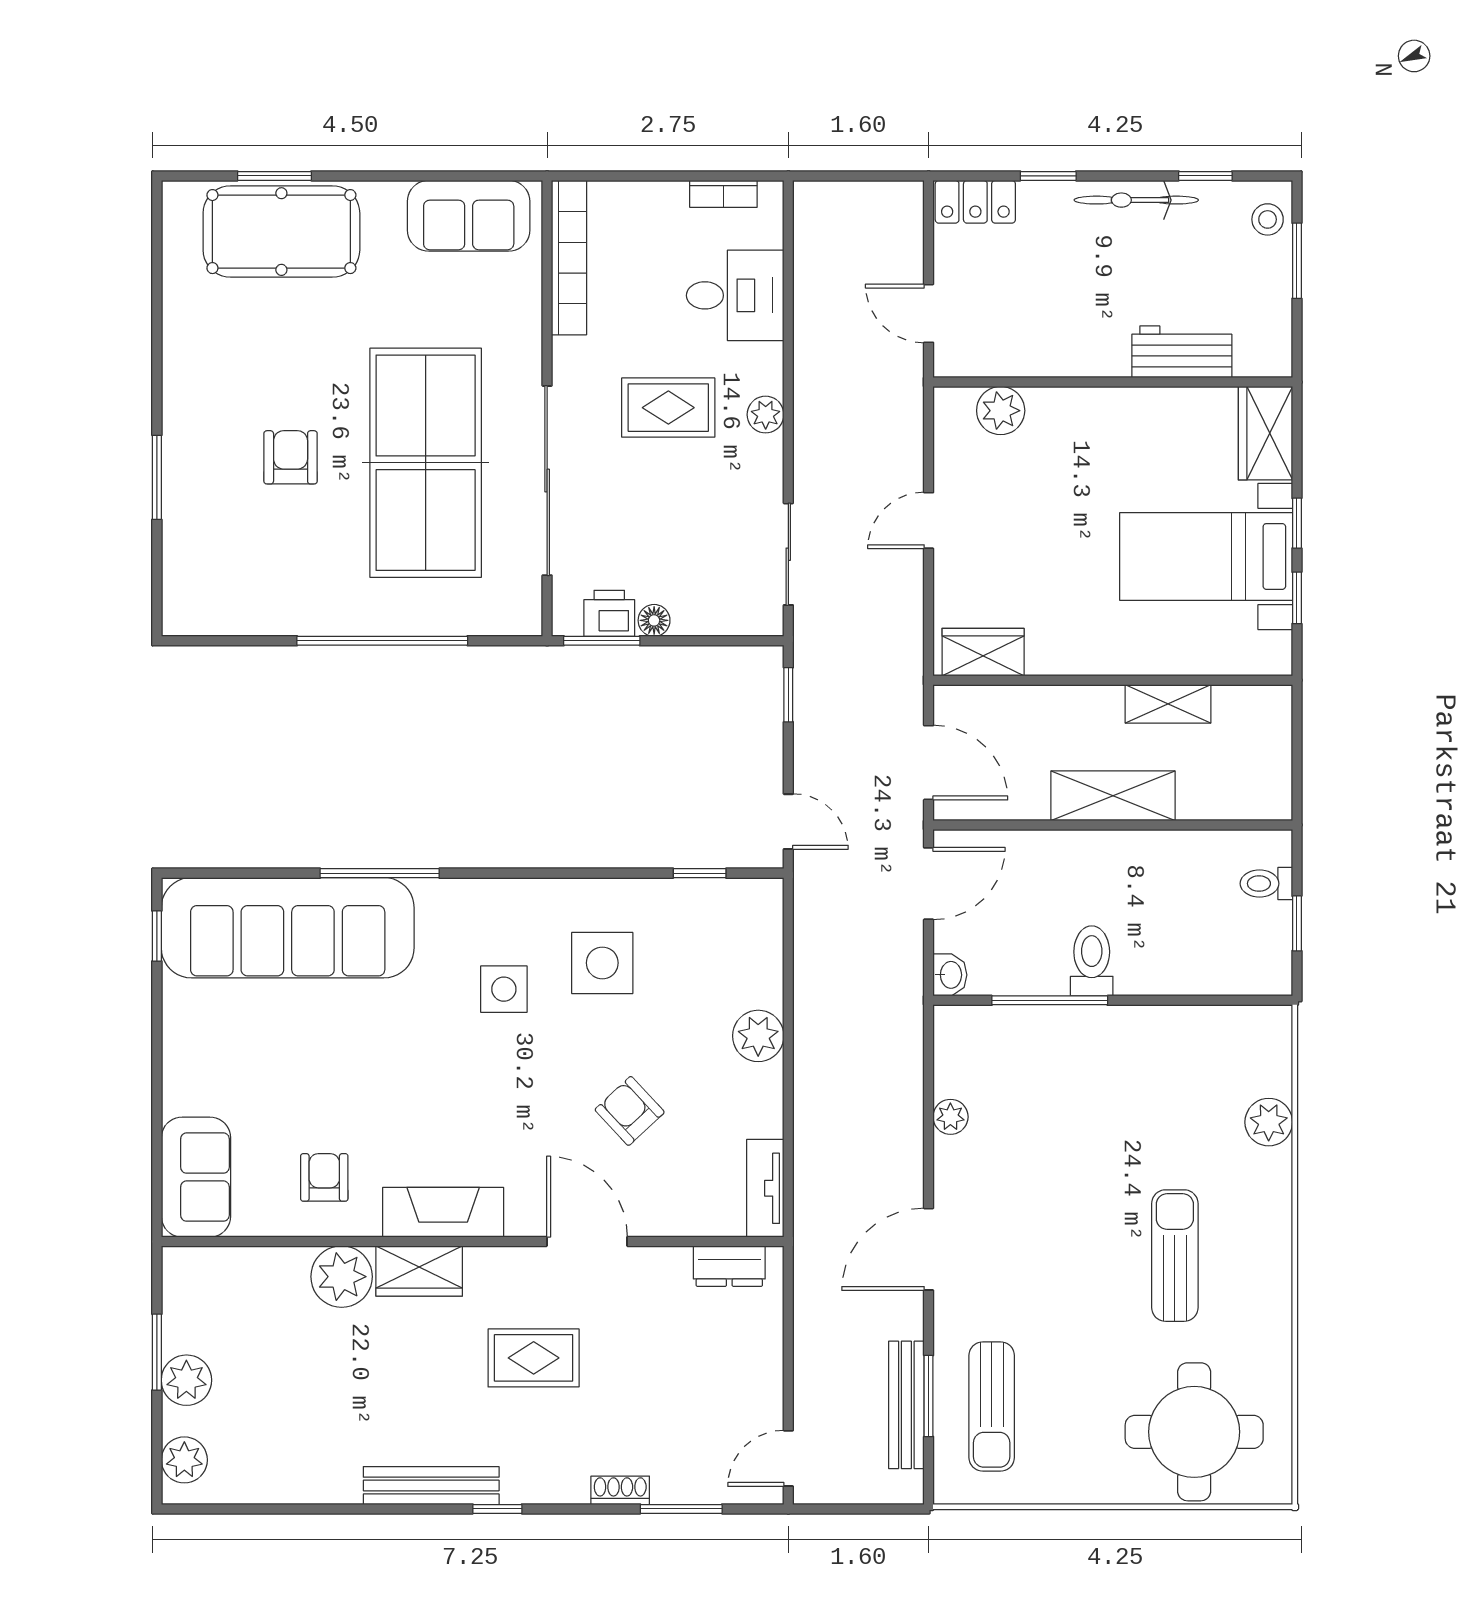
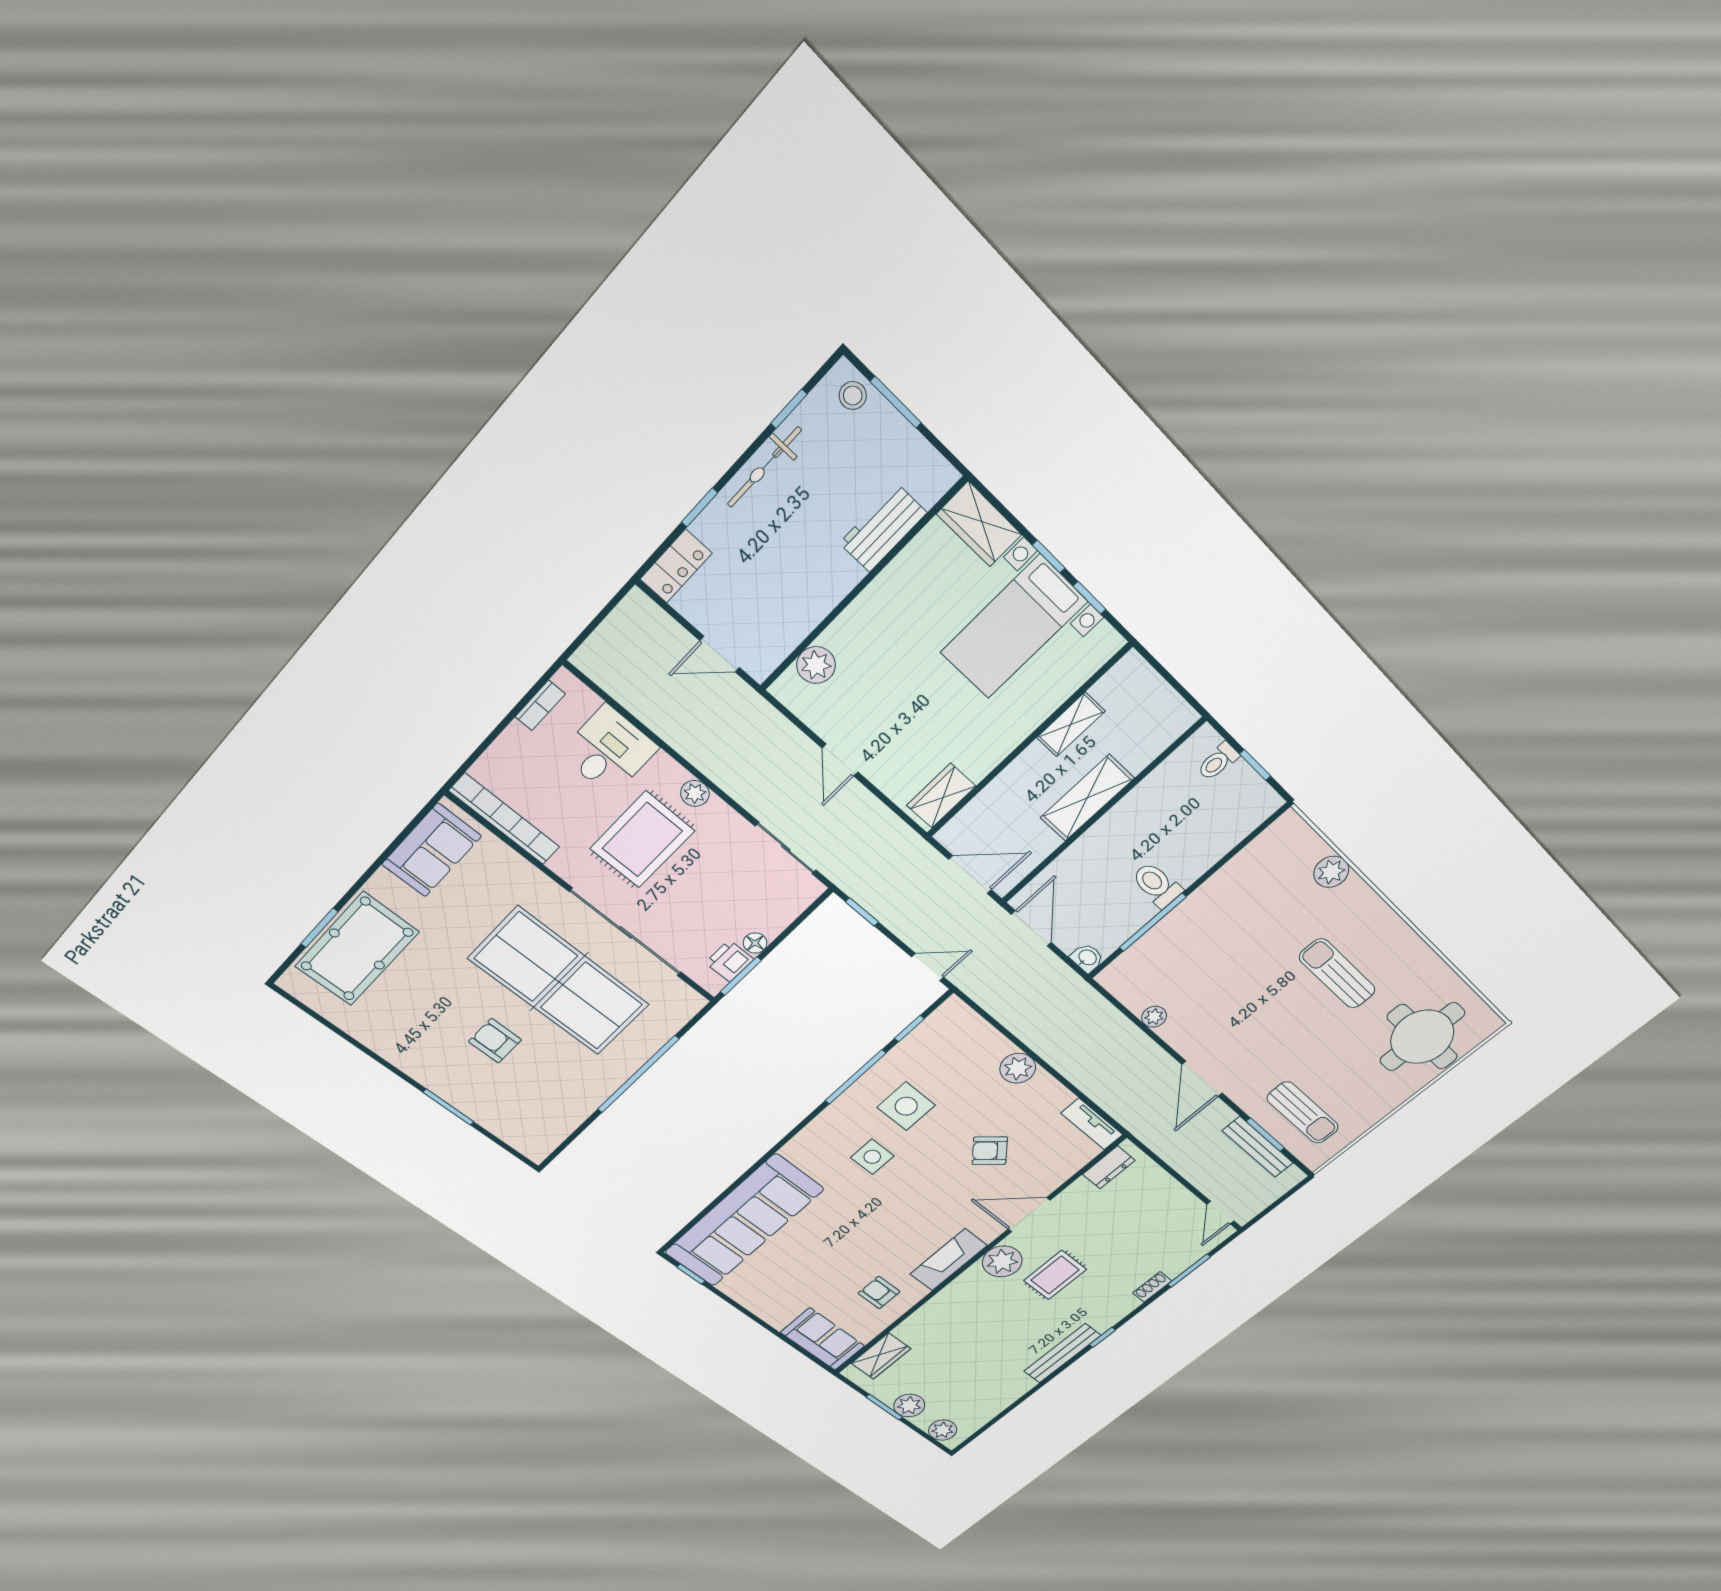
rug: (668, 408) -> (642, 840), width x1.36, depth x1.43
window: (380, 873) -> (855, 1077), moved
wardrobe: (419, 1271) -> (881, 1356), moved
plant: (342, 1277) -> (1002, 1261), moved

